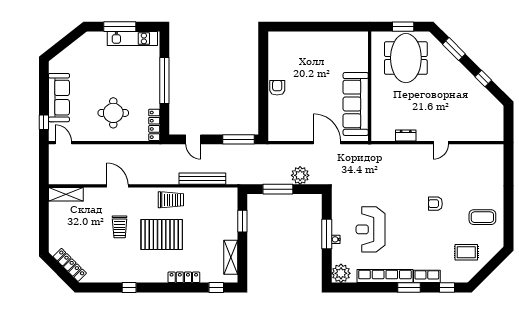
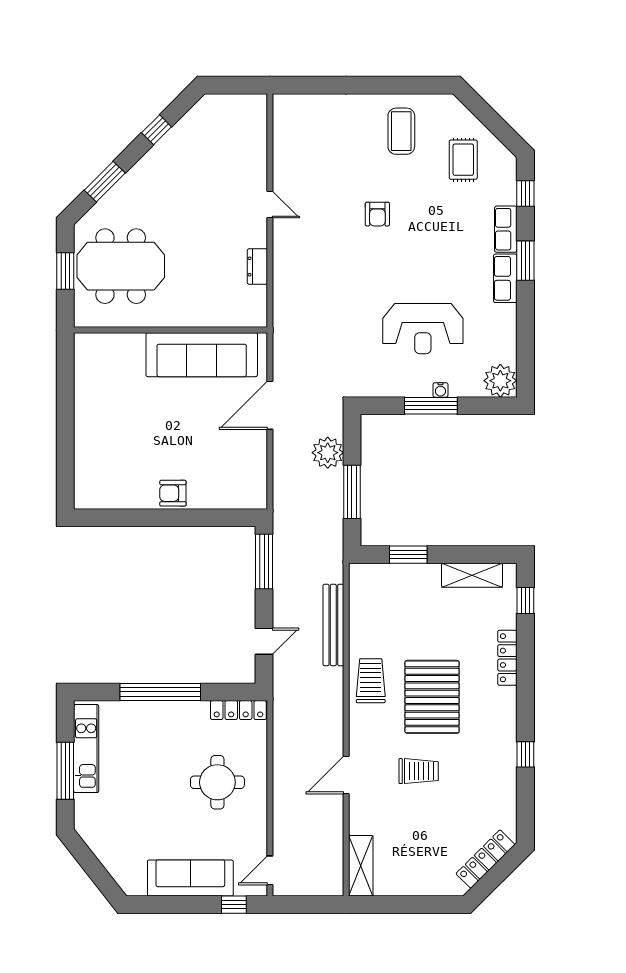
row of seats: (385, 276) -> (505, 278), width x0.50

